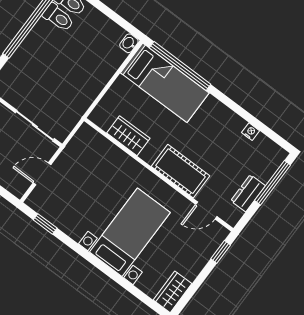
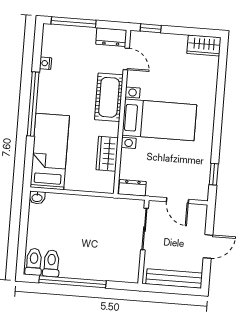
window: (180, 66) -> (33, 104), moved
dresser: (81, 139) -> (132, 188), added
dresser: (248, 193) -> (111, 37), moved
bed with nightstands: (130, 232) -> (159, 120), moved, turned 180

